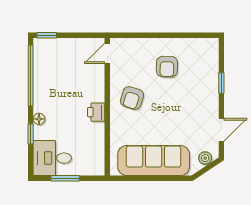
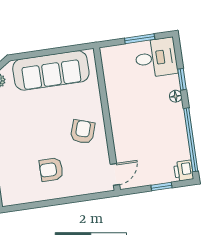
window: (47, 35) -> (162, 187), moved
armchair: (167, 67) -> (51, 170), turned -91
printer: (96, 112) -> (184, 171), moved, turned 180

